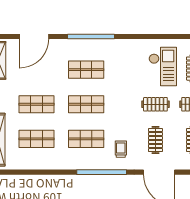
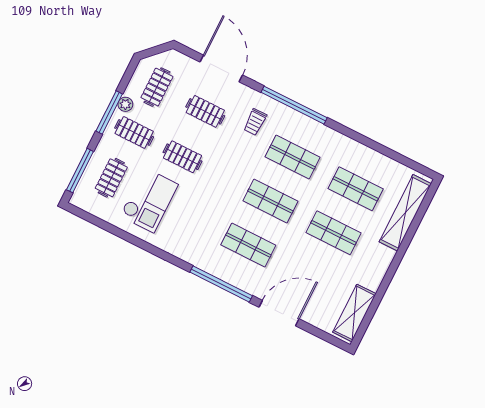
door: (34, 37) -> (279, 313), moved
checkout: (163, 66) -> (149, 200), turned 180
clothes rail: (155, 140) -> (205, 111), turned 90

